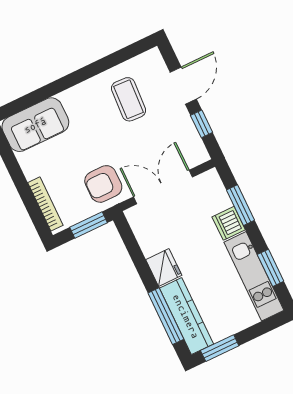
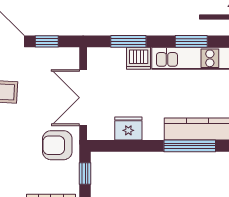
armchair: (103, 184) -> (57, 145), turned 90
window: (88, 225) -> (85, 173), width x0.67
fridge: (164, 267) -> (128, 129), moved

